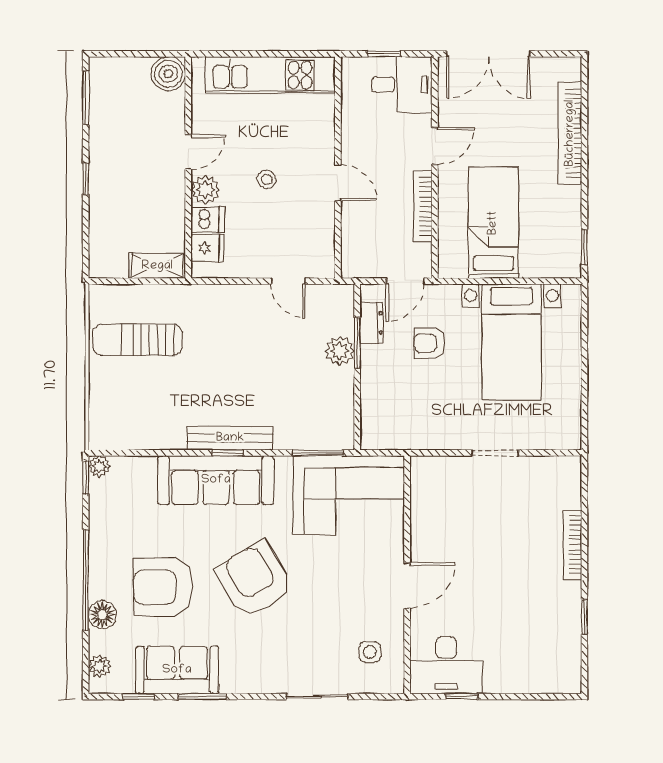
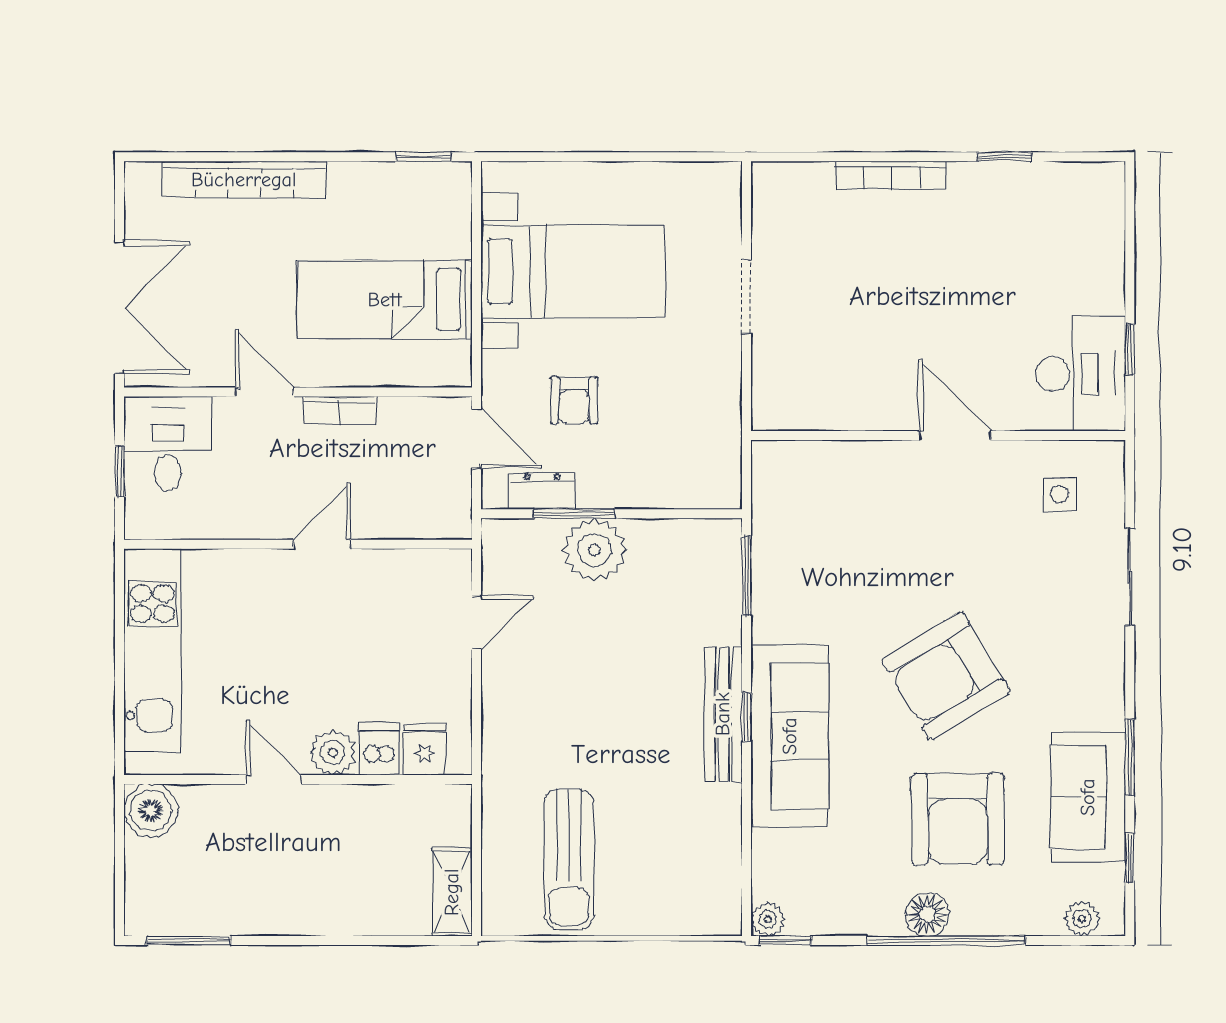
window: (86, 179) -> (316, 941), removed
stool: (267, 179) -> (317, 656), removed
bookcase: (423, 207) -> (340, 411), width x0.64
shelving: (157, 266) -> (452, 892), moved
plant: (340, 351) -> (595, 550), width x1.36, depth x1.36
corner sofa: (349, 495) -> (813, 527), removed
floor lamp: (102, 615) -> (927, 914), moved

